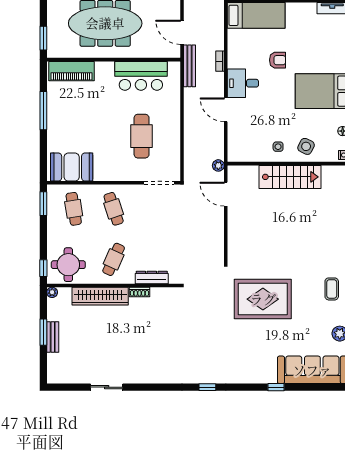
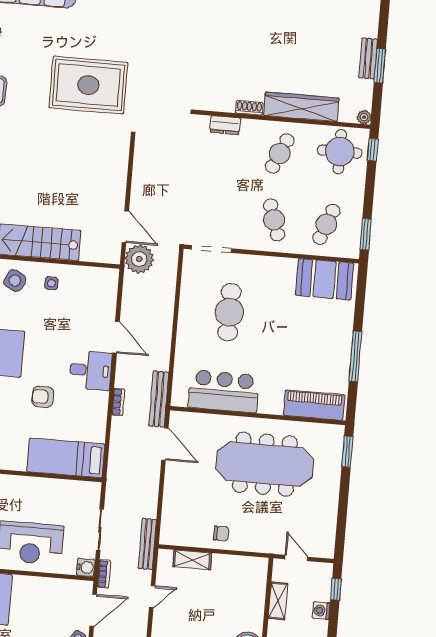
plant: (218, 165) -> (139, 259), width x1.87, depth x1.87
cafe table: (74, 209) -> (326, 224), turned 30
dresser: (152, 277) -> (225, 125), width x0.70

